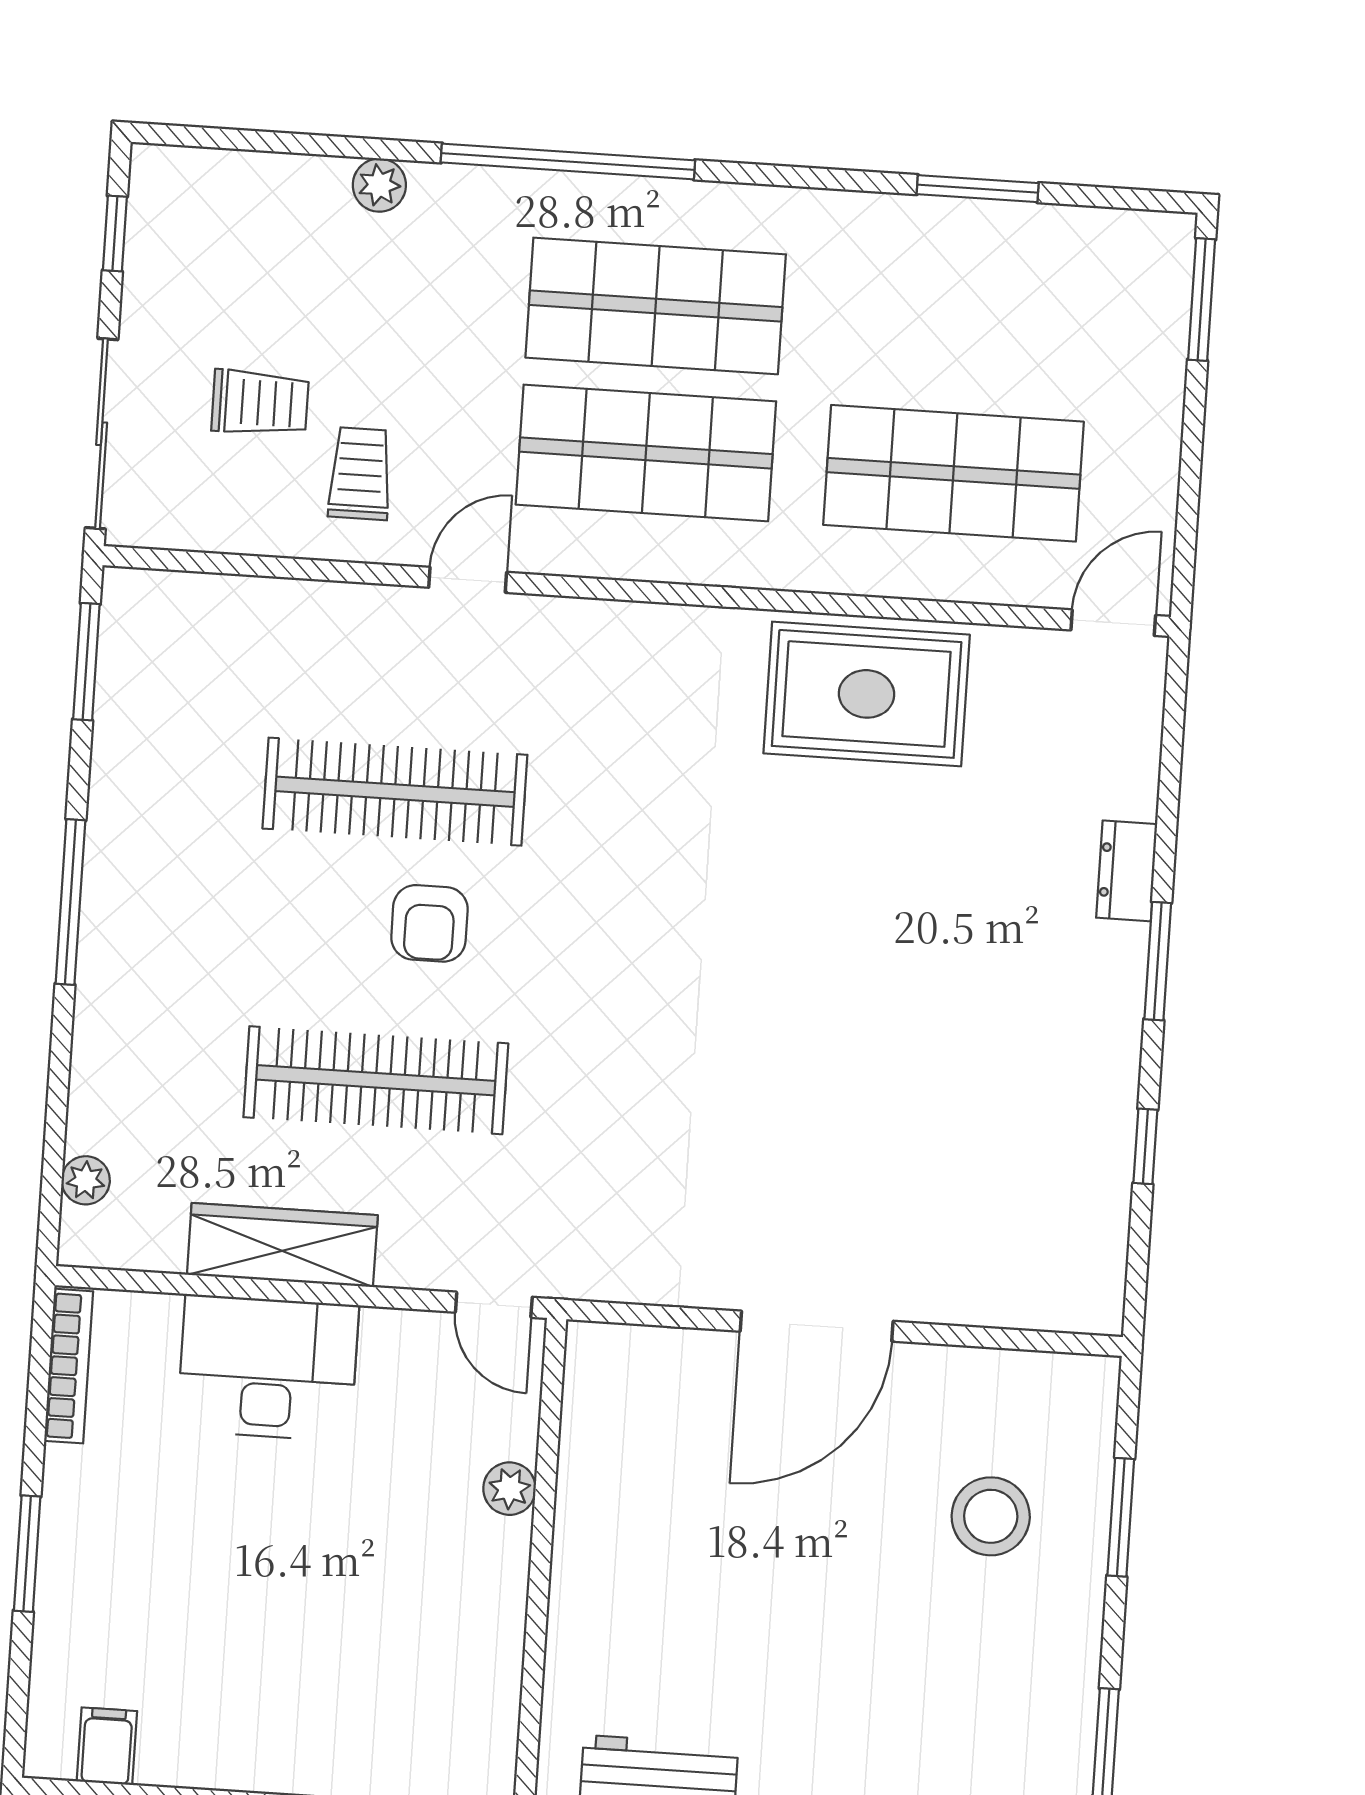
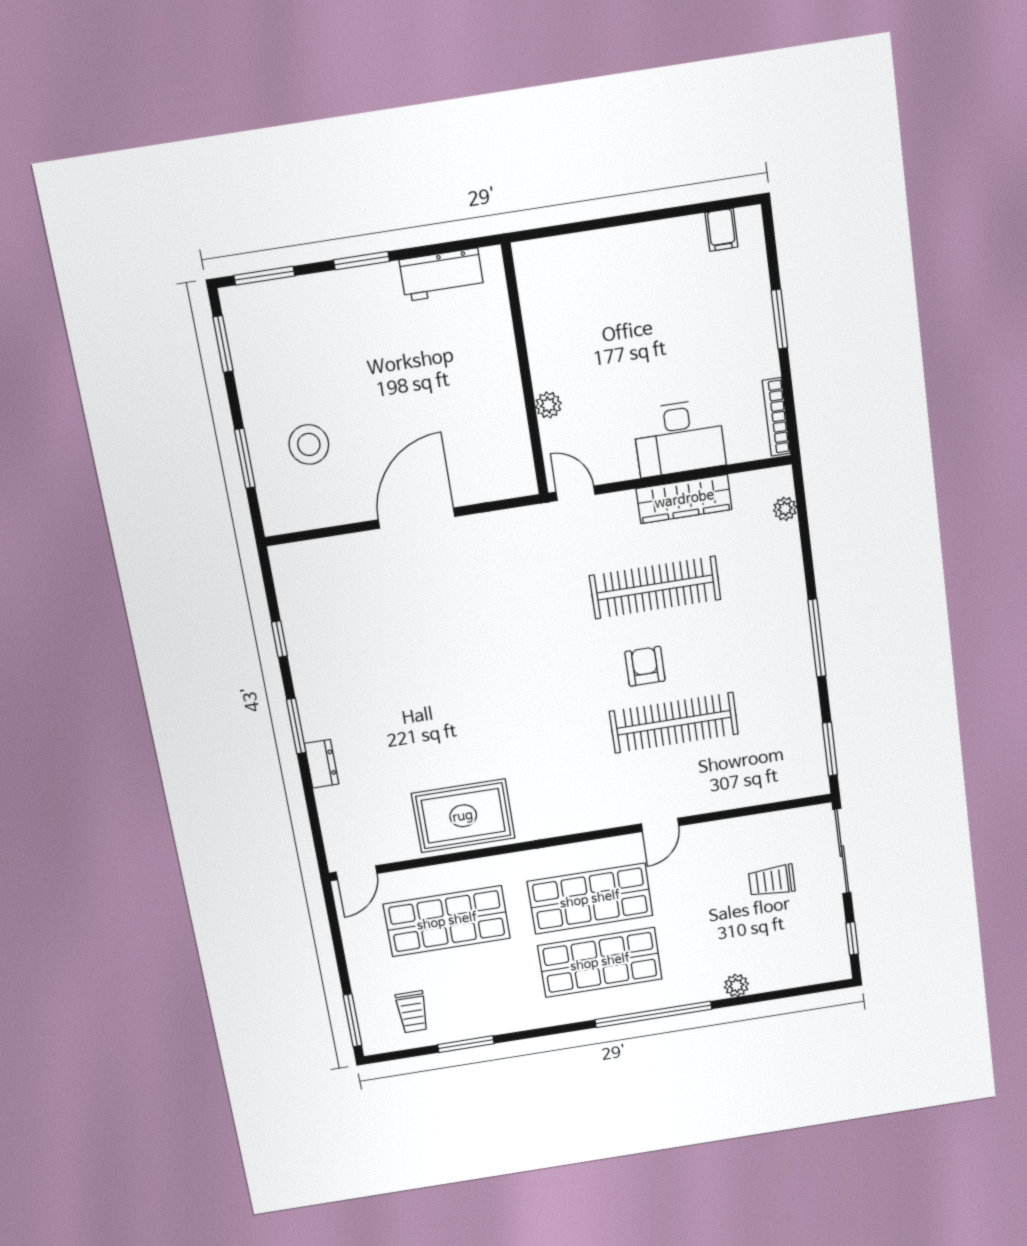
trolley: (360, 474) -> (412, 1012), moved

